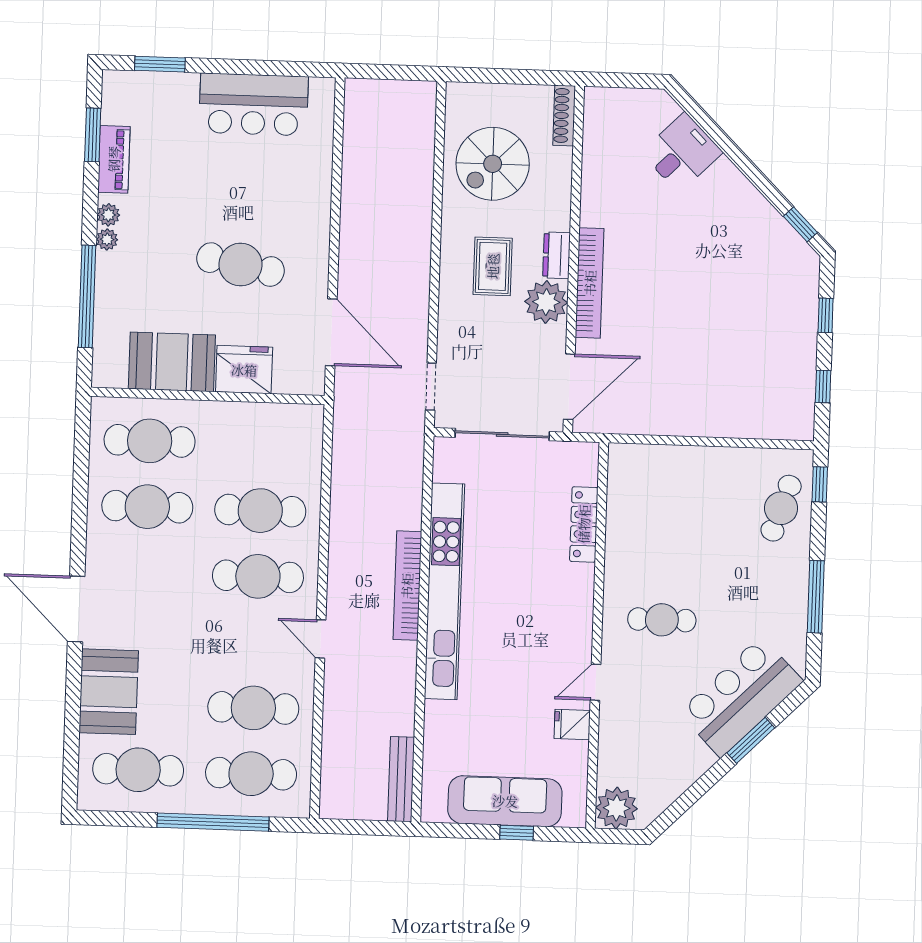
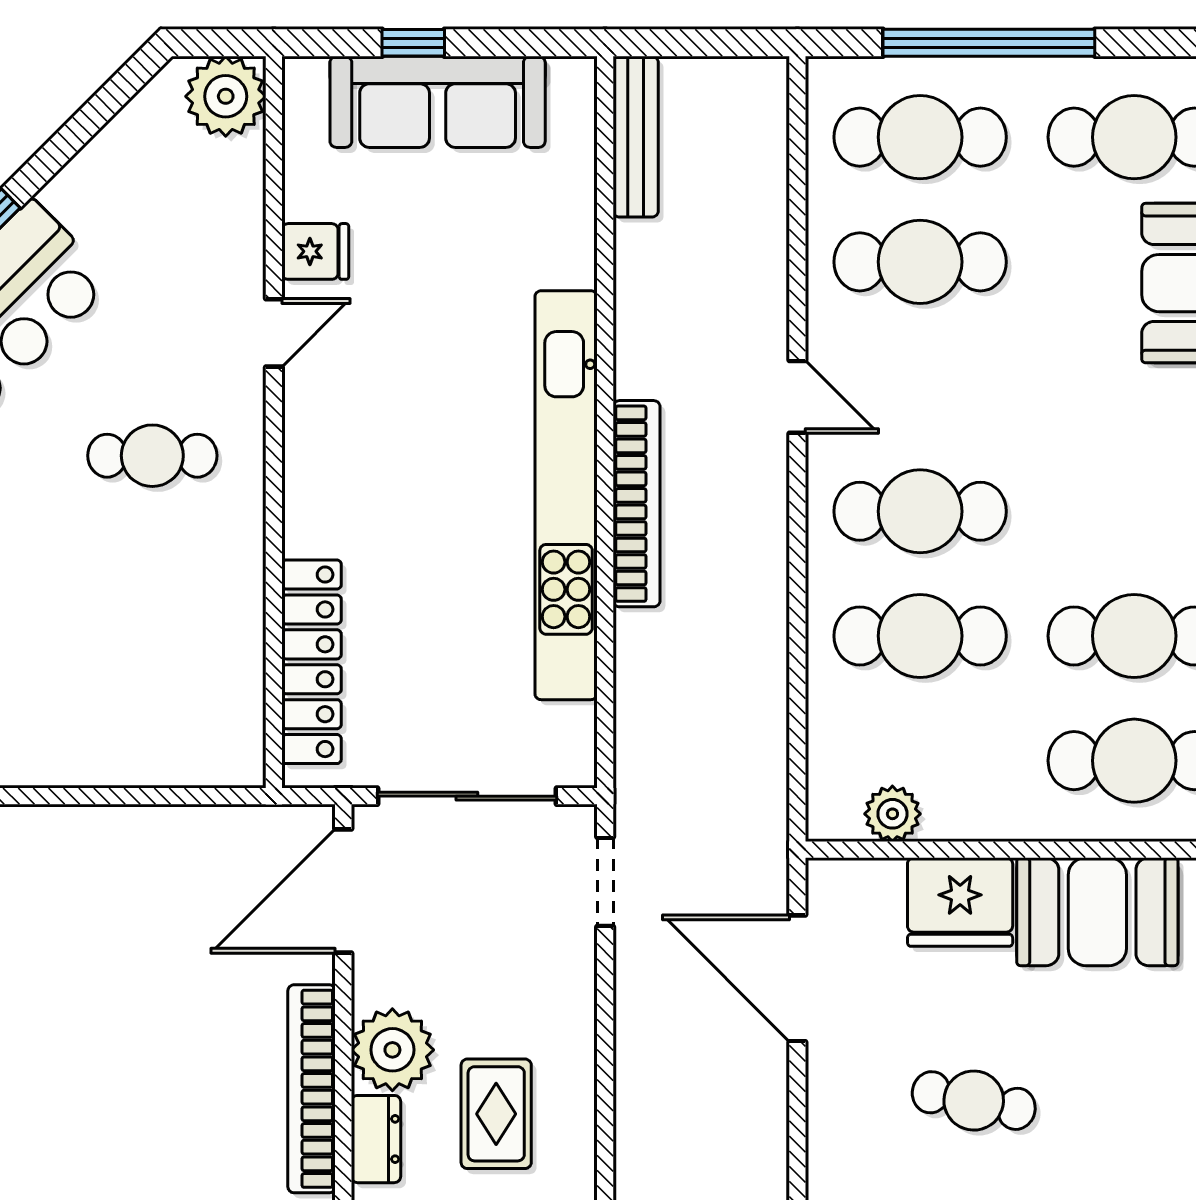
cafe table: (241, 265) -> (974, 1101), width x0.73, depth x0.74
plant: (278, 417) -> (892, 814), added
locker: (584, 524) -> (311, 662), width x1.41, depth x1.21

